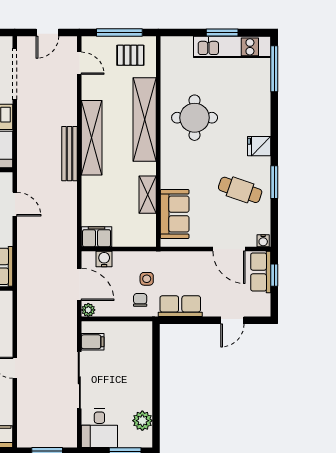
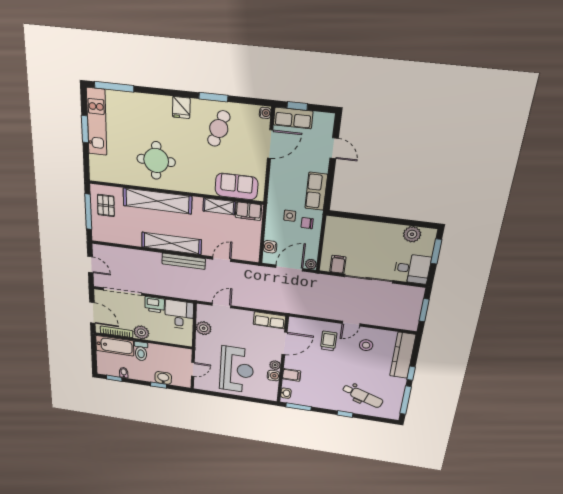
door: (79, 63) -> (222, 259), moved
filing cabinet: (97, 237) -> (248, 211), moved, turned -90

